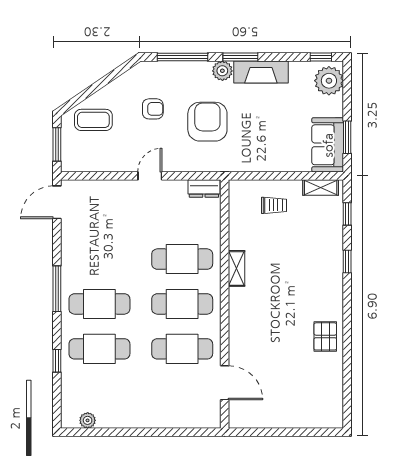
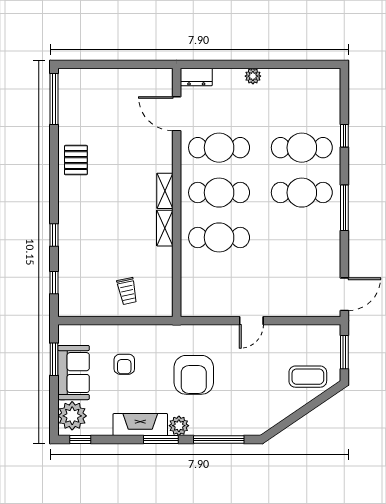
armchair: (153, 109) -> (124, 364), moved, turned -90
sofa: (328, 145) -> (74, 373), moved
dresser: (204, 188) -> (196, 77), moved, turned 180
shelving: (321, 188) -> (165, 191), moved, turned 90
trolley: (274, 205) -> (127, 291), turned -102
window: (347, 397) -> (54, 99), added
plant: (88, 420) -> (253, 76), moved

